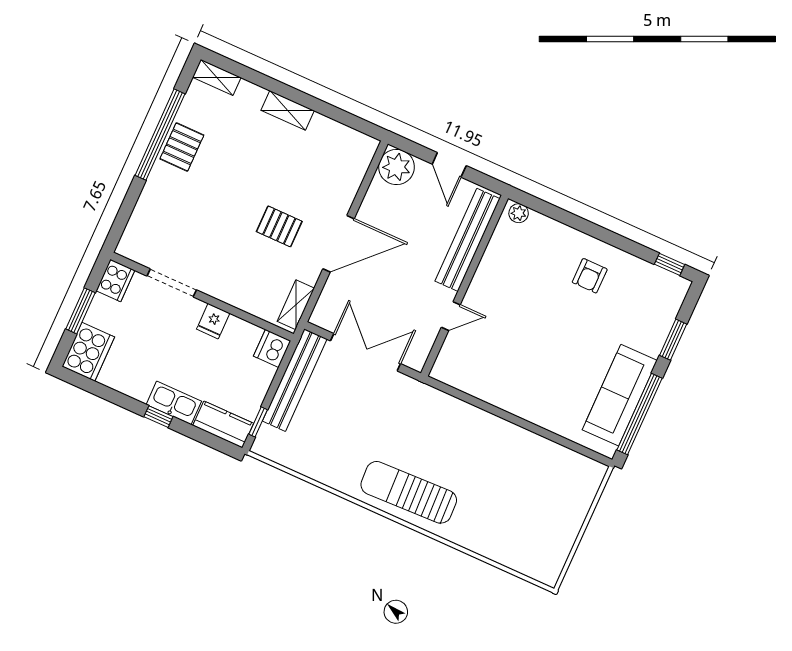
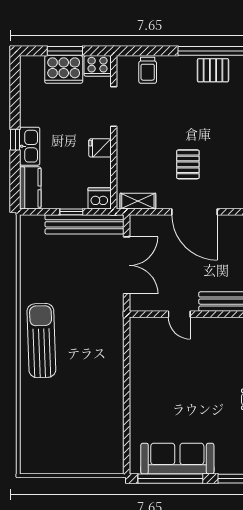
trolley: (147, 224) -> (148, 70), added
cooker: (88, 352) -> (64, 69), moved
window: (258, 422) -> (71, 212), moved

